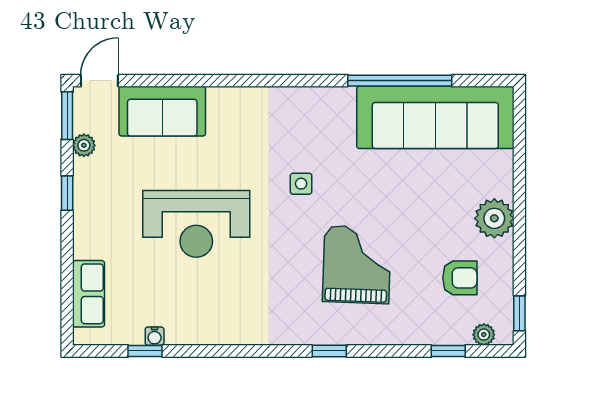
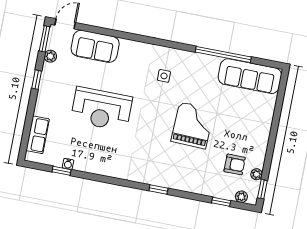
sofa: (435, 117) -> (250, 76), width x0.74, depth x0.79
side table: (301, 184) -> (164, 76), moved
plant: (494, 218) -> (257, 174), moved, width x0.53, depth x0.53
grand piano: (357, 265) -> (193, 125), moved

